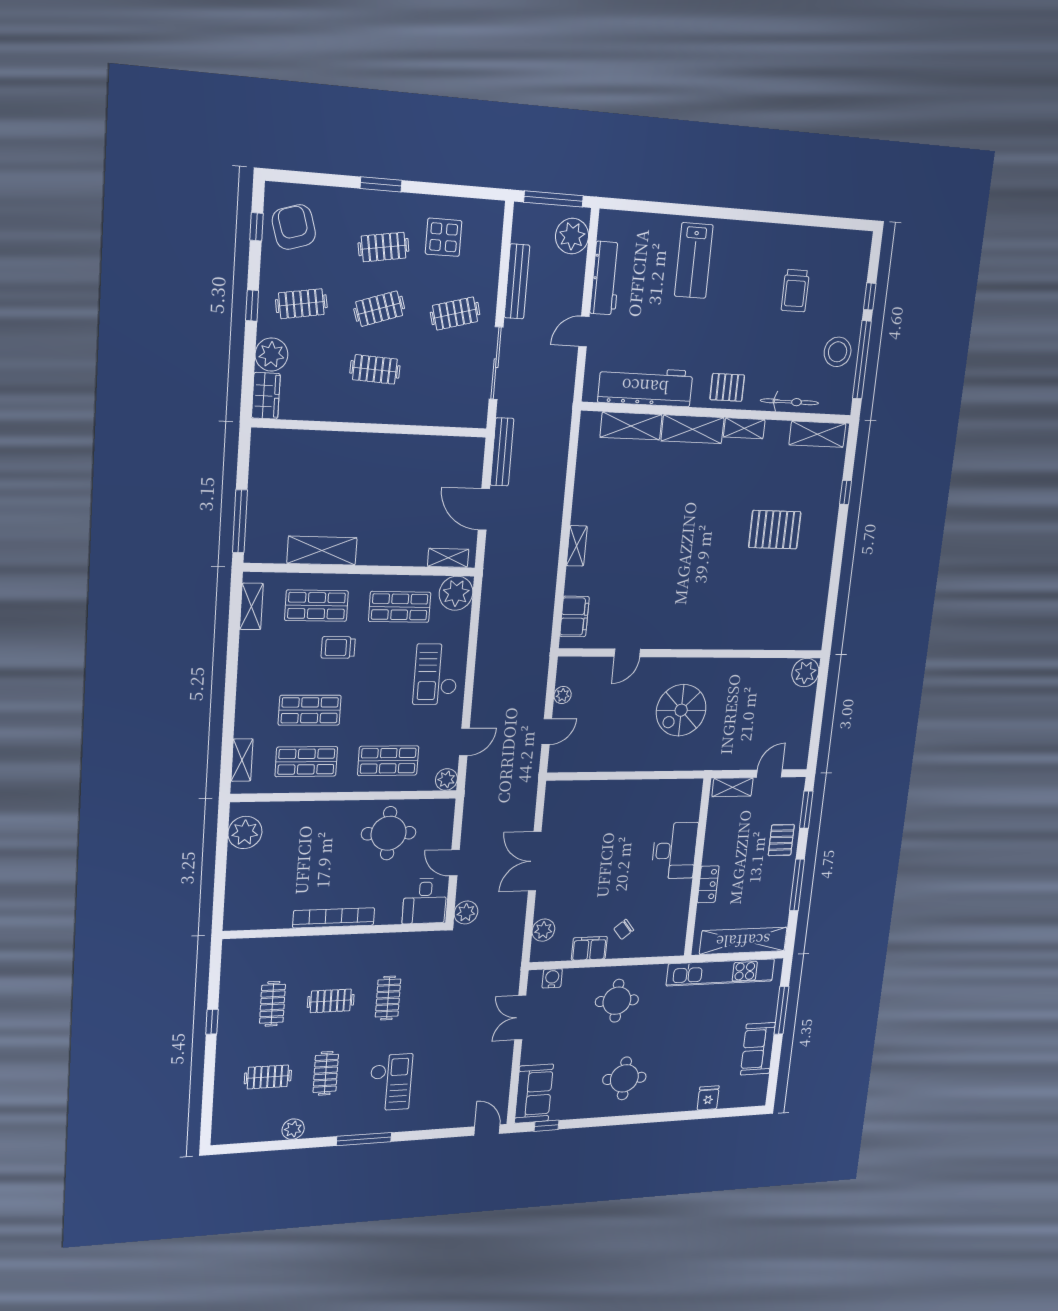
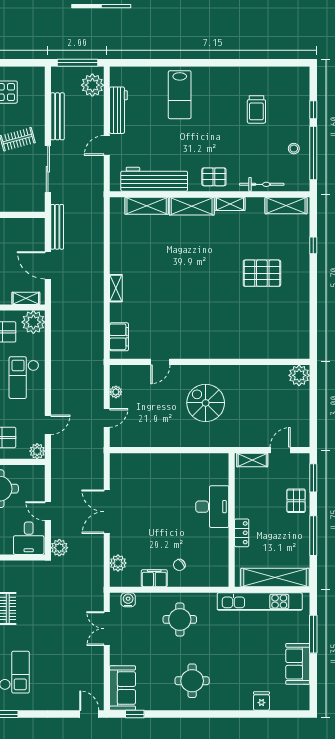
stool: (838, 352) -> (294, 149), width x0.53, depth x0.53
spiral stairs: (681, 710) -> (206, 403), turned 90

